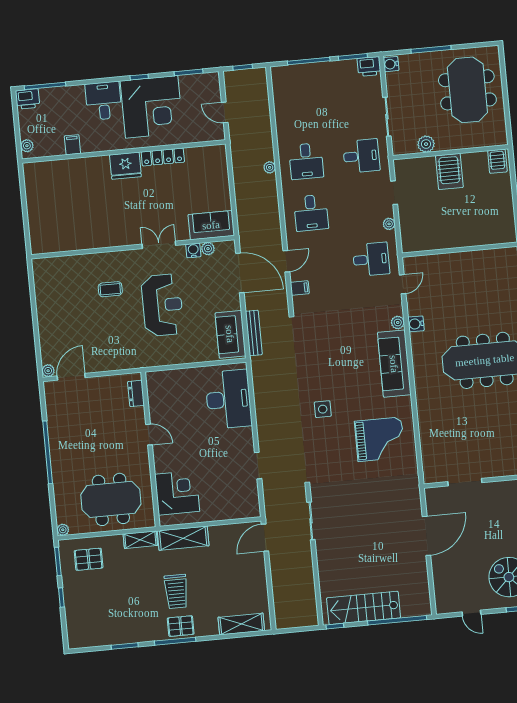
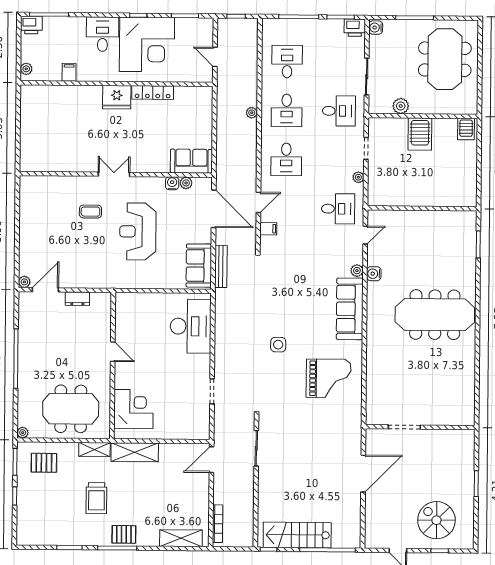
desk: (301, 110) -> (287, 62), added
double door: (159, 245) -> (114, 174), moved
reception desk: (162, 305) -> (138, 231), turned 180
dresser: (136, 393) -> (77, 299), moved, turned -90
trolley: (176, 592) -> (96, 498), moved
bookcase: (278, 605) -> (218, 524), added

